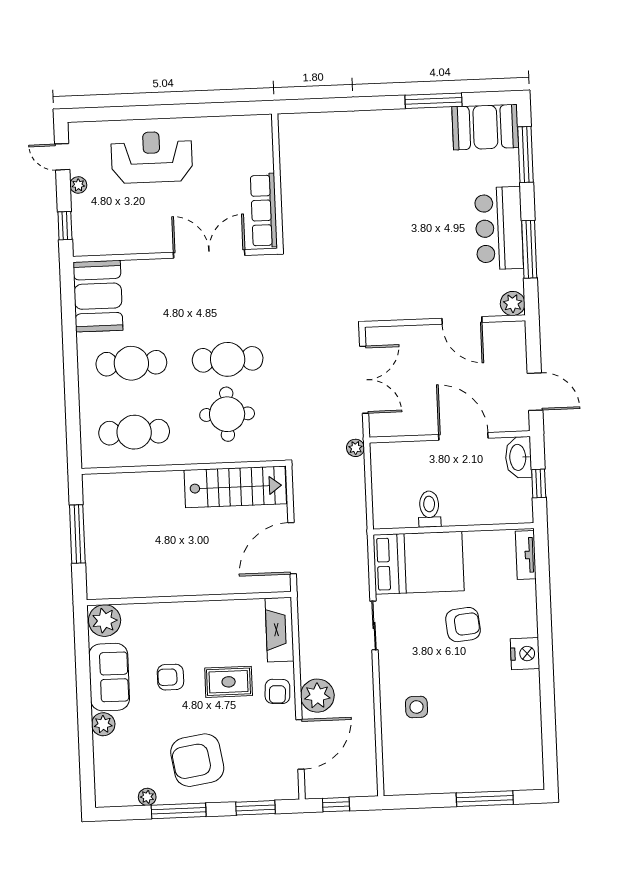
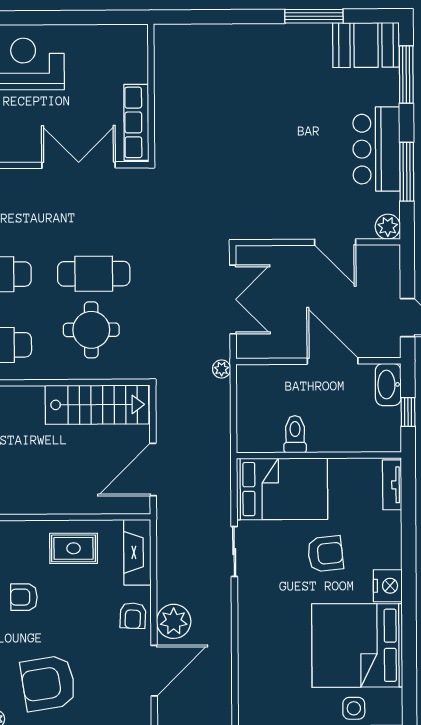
rug: (229, 682) -> (74, 548), moved
side table: (416, 707) -> (354, 708), moved
bed: (497, 713) -> (357, 645), added

